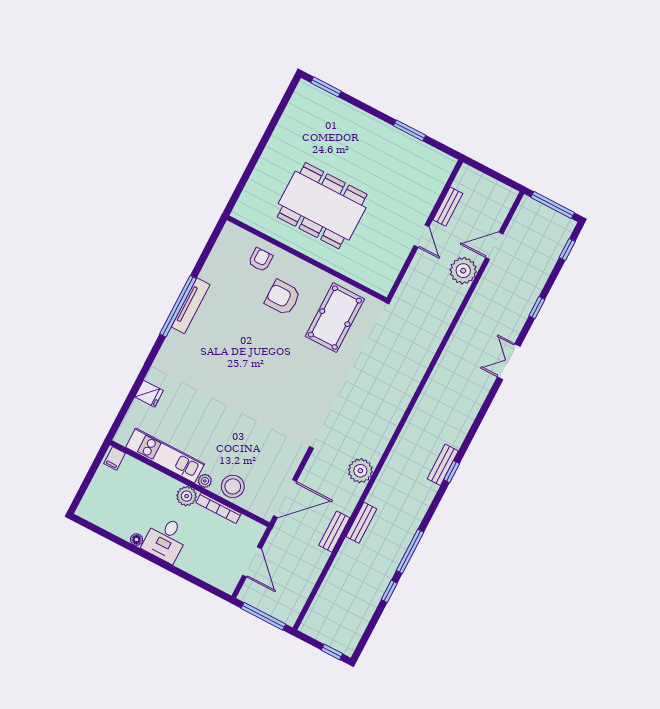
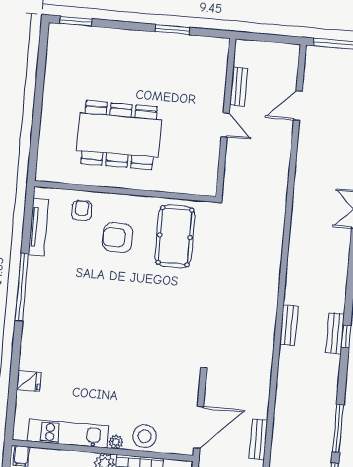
plant: (463, 271) -> (278, 141), removed
tv unit: (191, 306) -> (38, 227), moved
plant: (360, 471) -> (259, 371), removed
bench: (361, 523) -> (289, 325), moved

